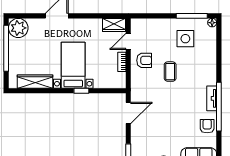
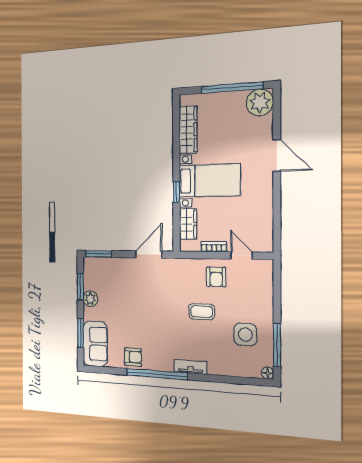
wardrobe: (114, 25) -> (188, 224), moved, turned 180
tv unit: (212, 98) -> (190, 367), moved
door: (128, 113) -> (149, 255), swing flipped

